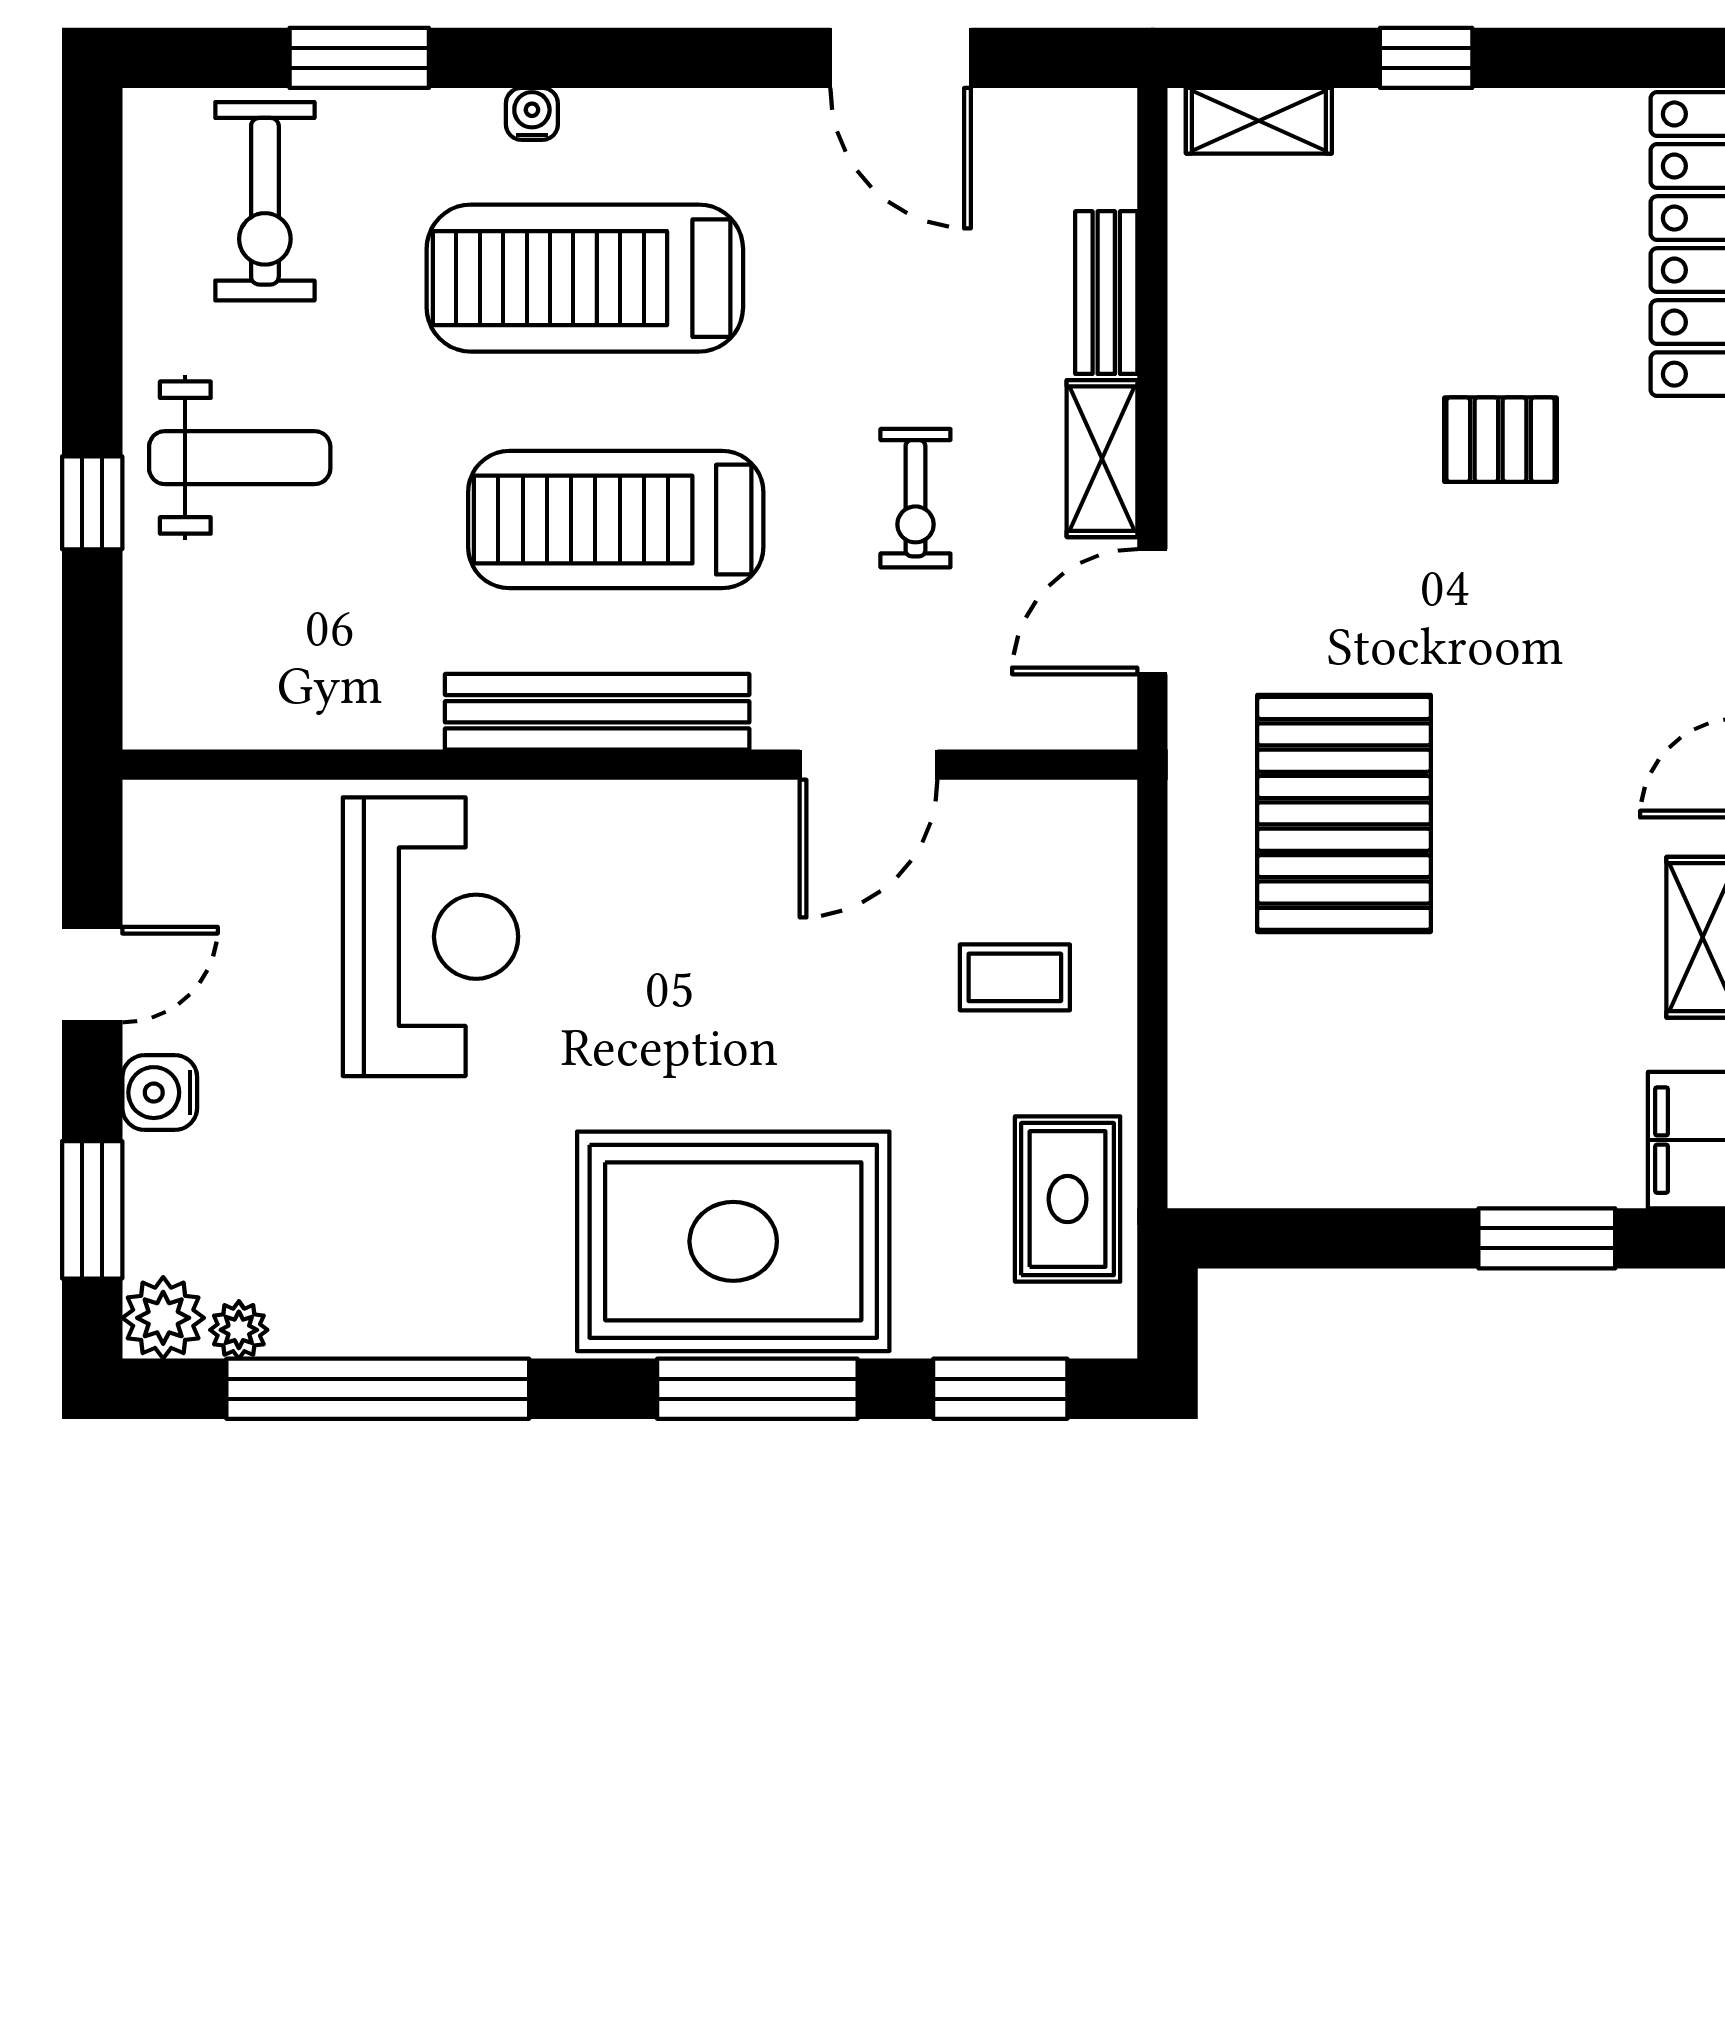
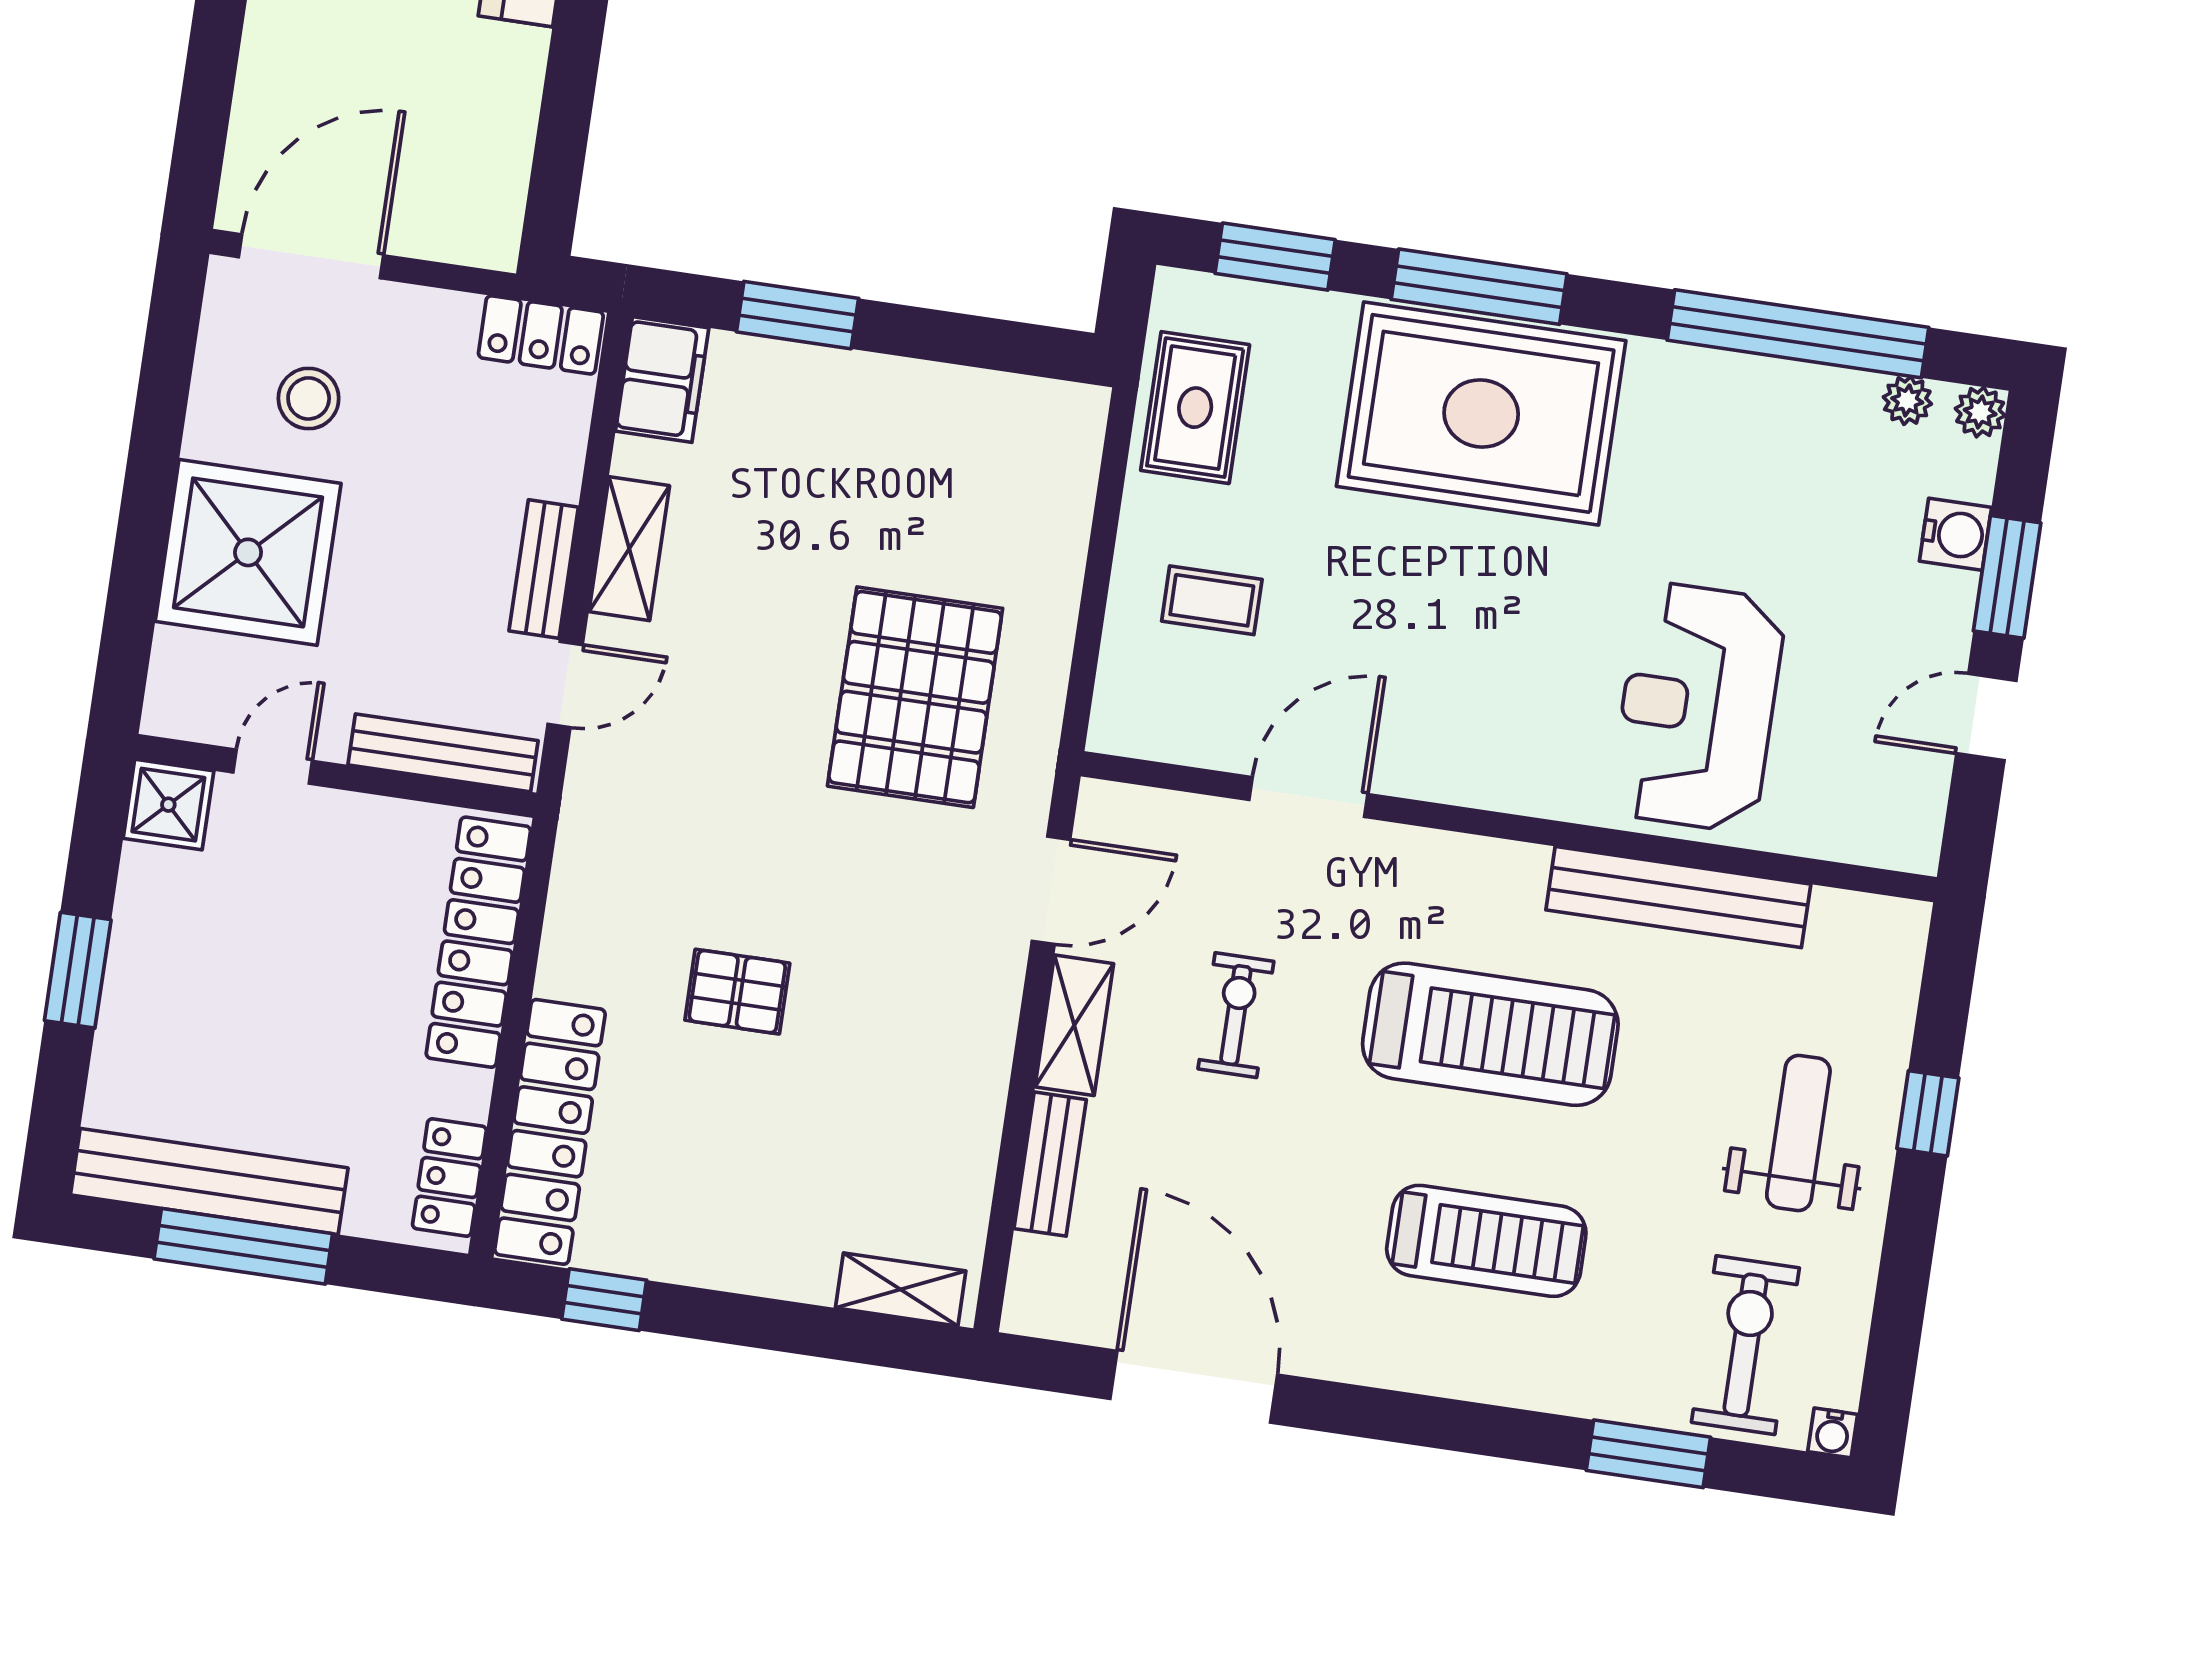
door: (901, 58) -> (1194, 1387), width x1.36
window: (1426, 58) -> (604, 1300), moved
water cooler: (532, 114) -> (1833, 1433), moved
treadmill: (585, 278) -> (1486, 1241), width x0.73, depth x0.73
weight bench: (240, 458) -> (1798, 1133), turned 90
bench: (597, 712) -> (1678, 897), moved
water cooler: (160, 1093) -> (1955, 534), moved
window: (92, 1210) -> (2007, 577), moved
plant: (163, 1318) -> (1980, 412), width x0.73, depth x0.73

